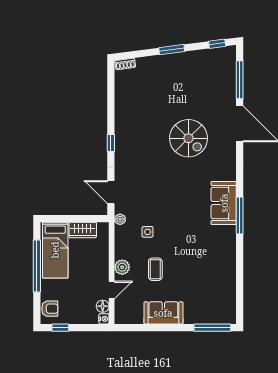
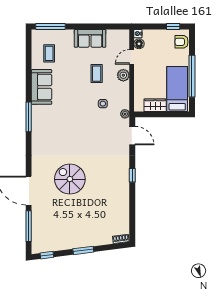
sofa: (224, 203) -> (42, 87), moved
coffee table: (214, 294) -> (49, 53), added

